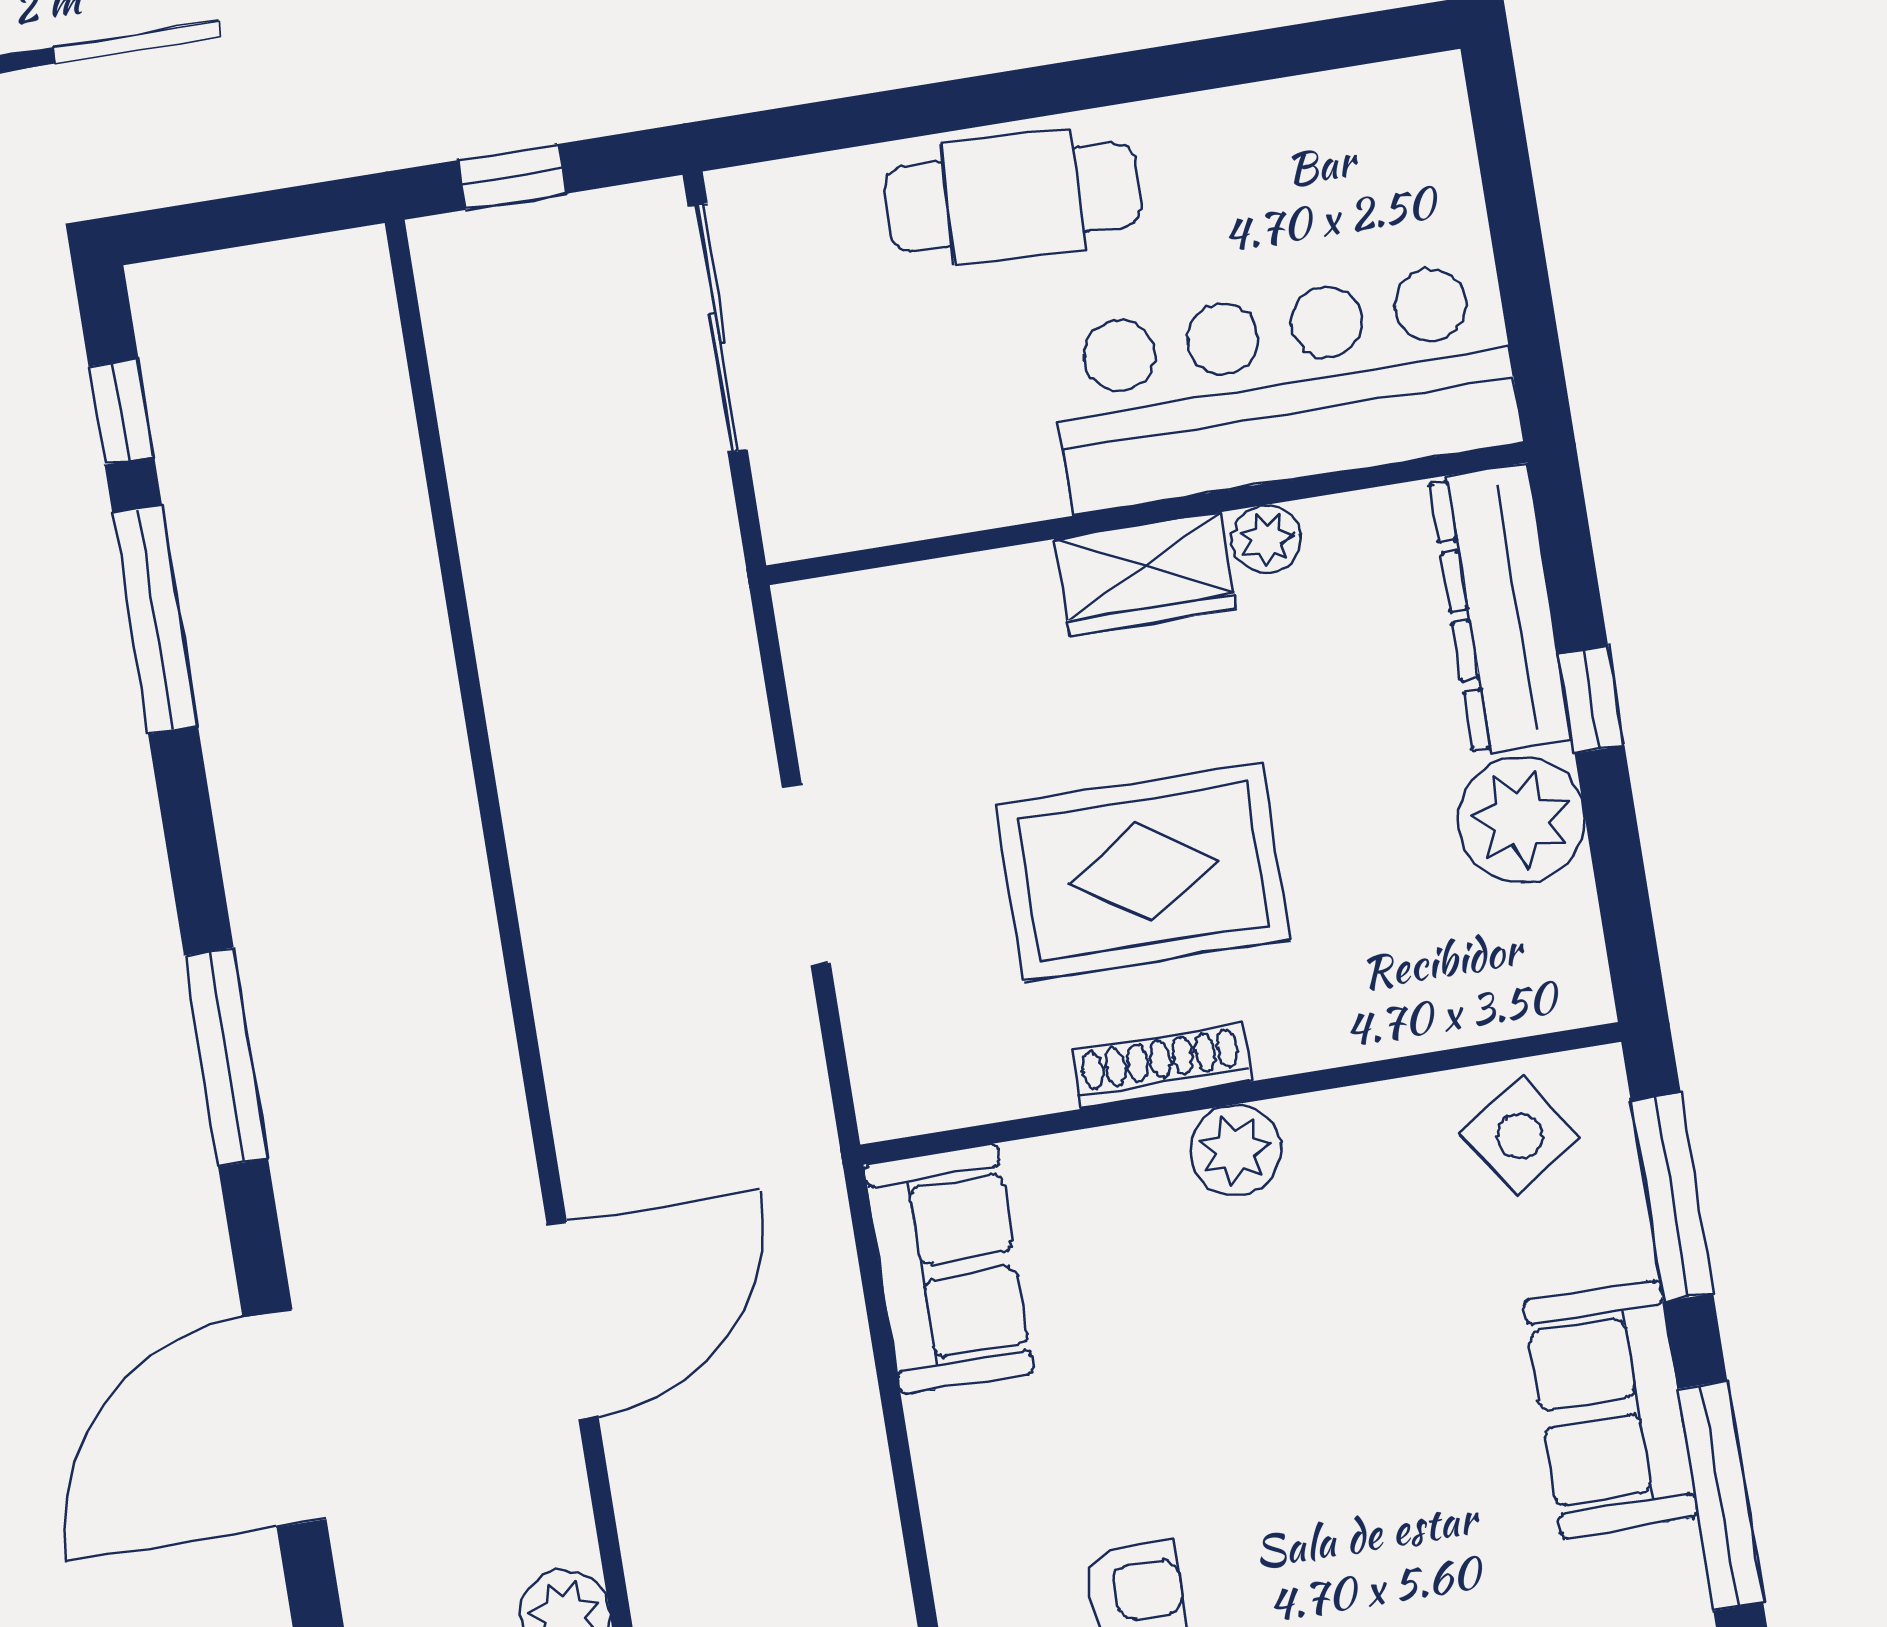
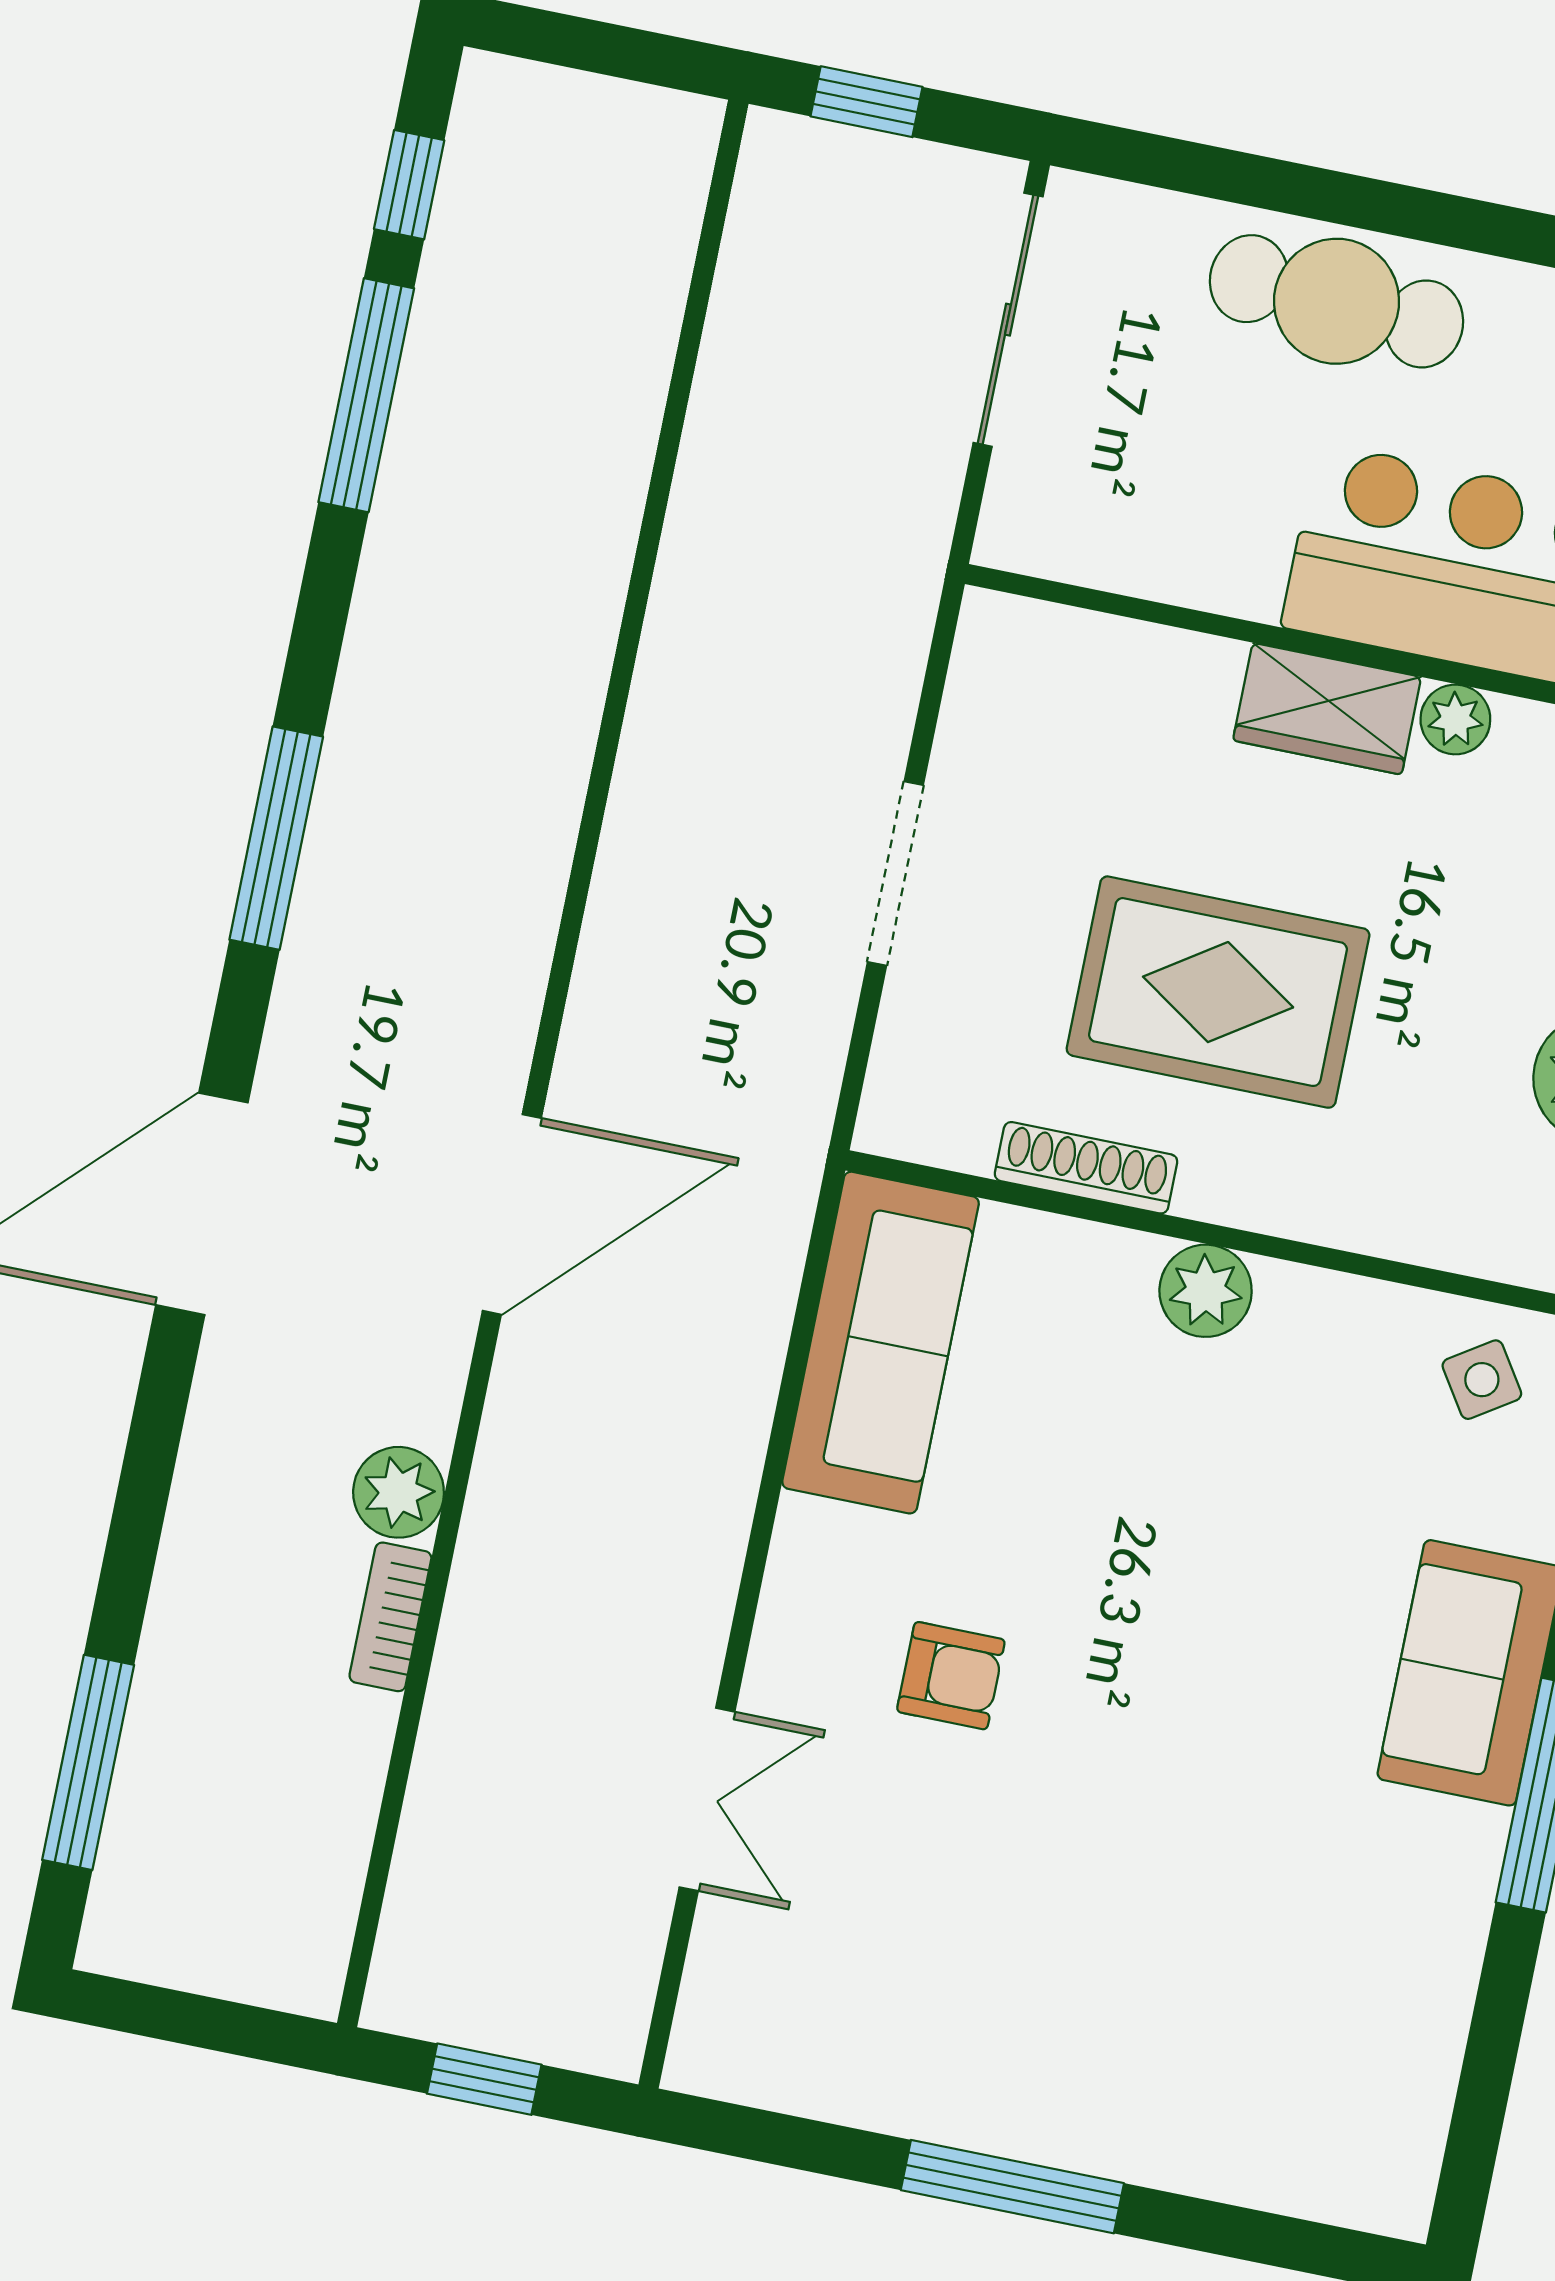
shoe rack: (1161, 1066) -> (1086, 1168), moved
side table: (1520, 1136) -> (1482, 1380), width x0.73, depth x0.73
sofa: (948, 1269) -> (881, 1343), width x1.36

